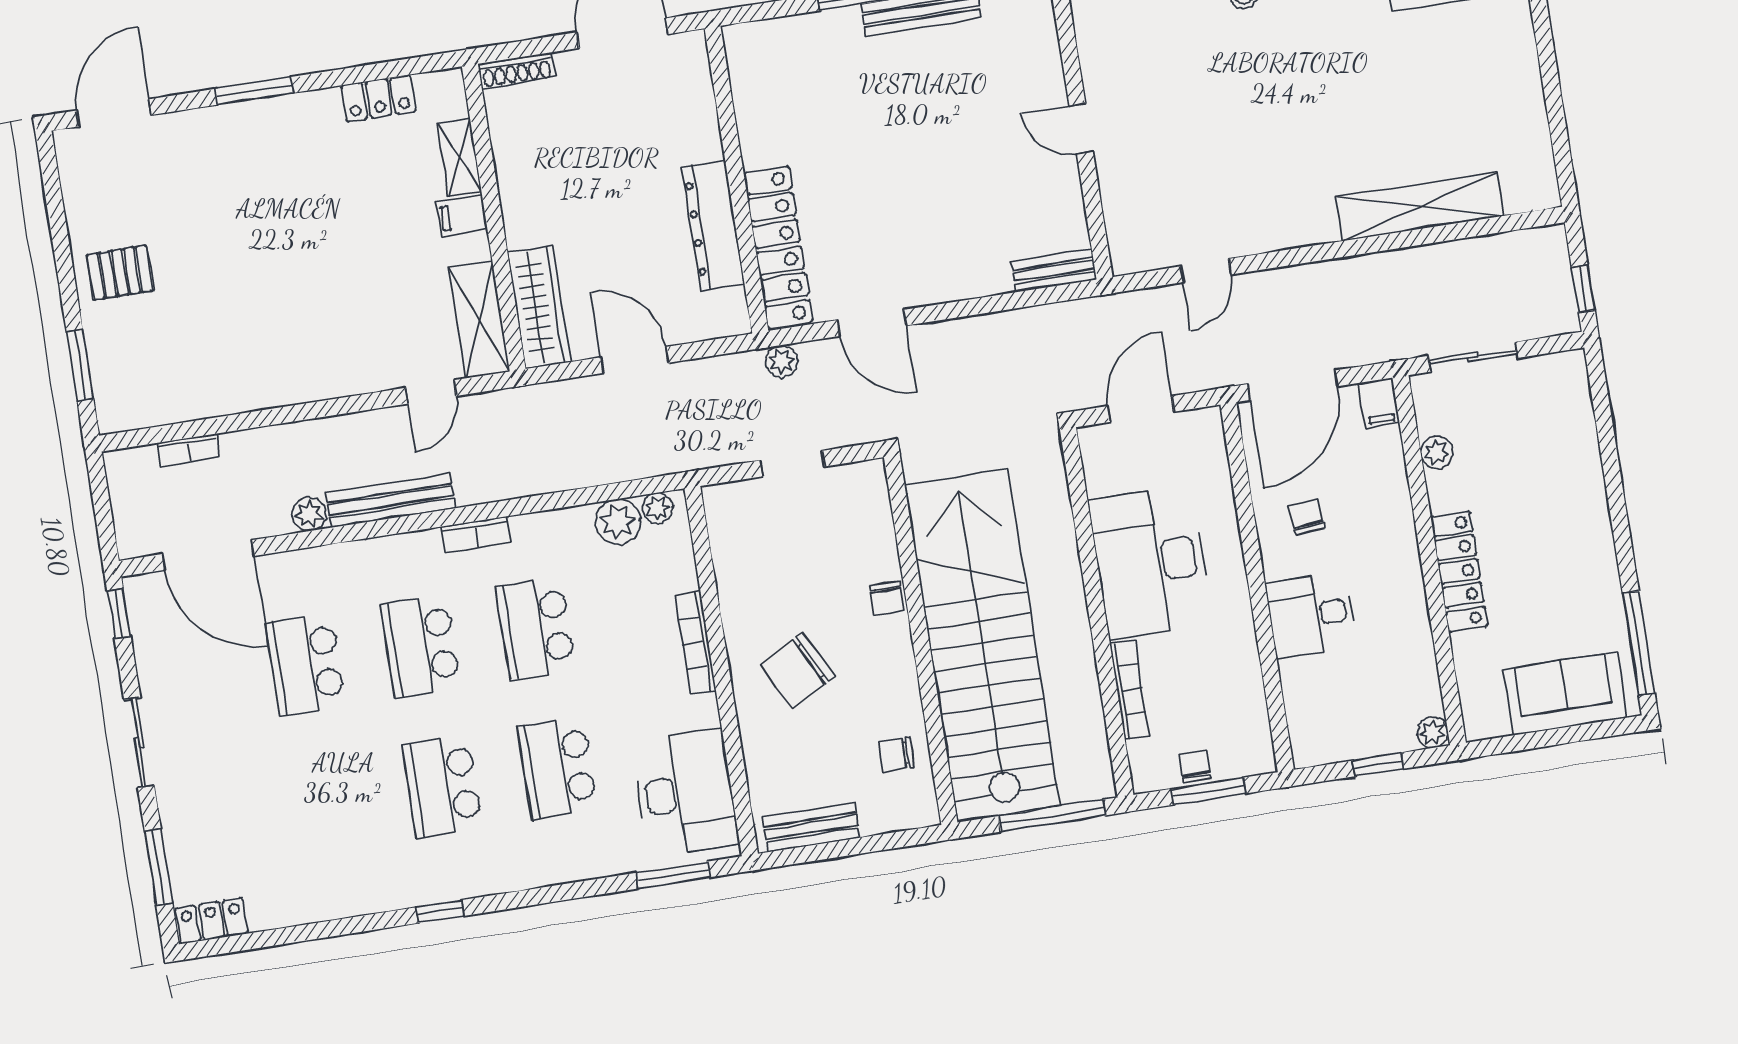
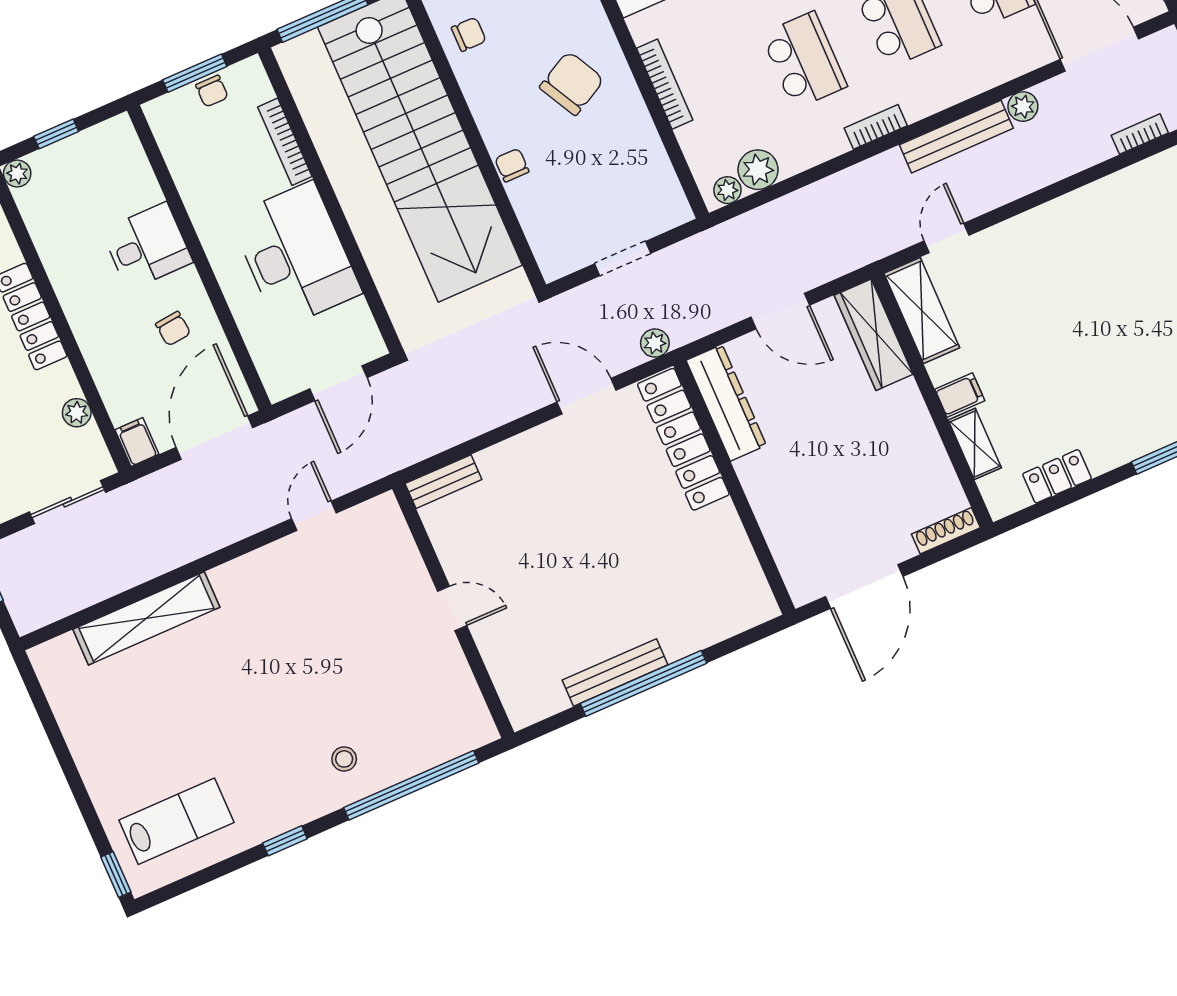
dresser: (713, 226) -> (726, 403), moved

